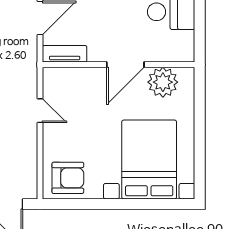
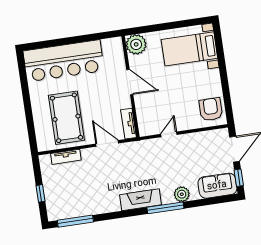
plant: (163, 82) -> (136, 44), moved
bed with nightstands: (149, 160) -> (189, 49), width x0.73

